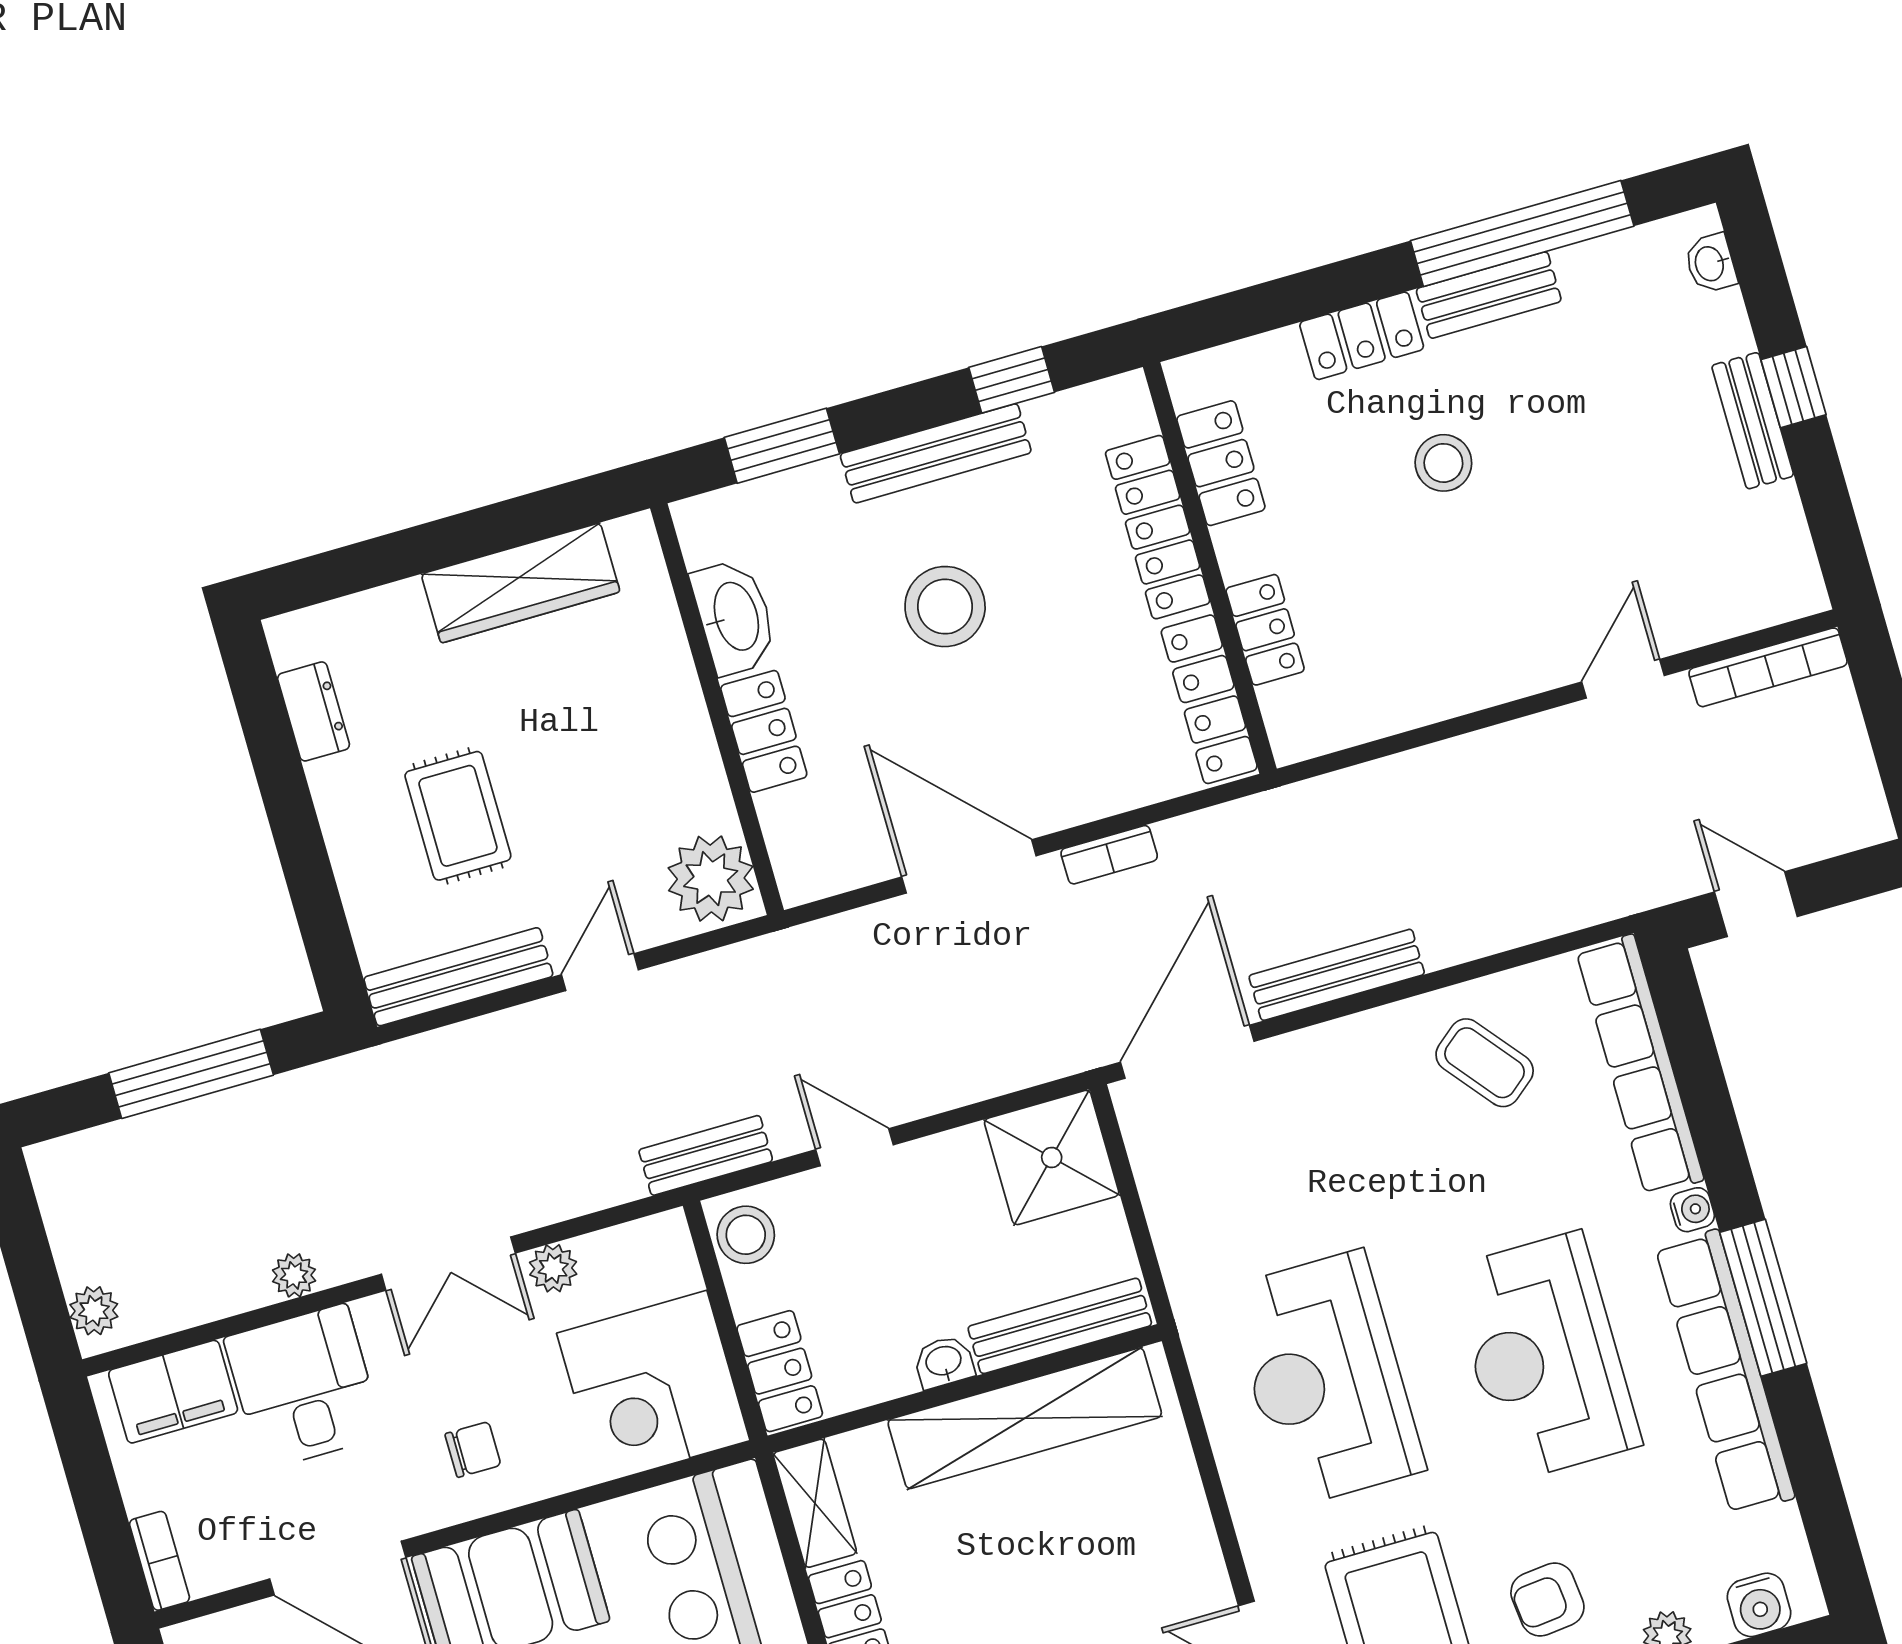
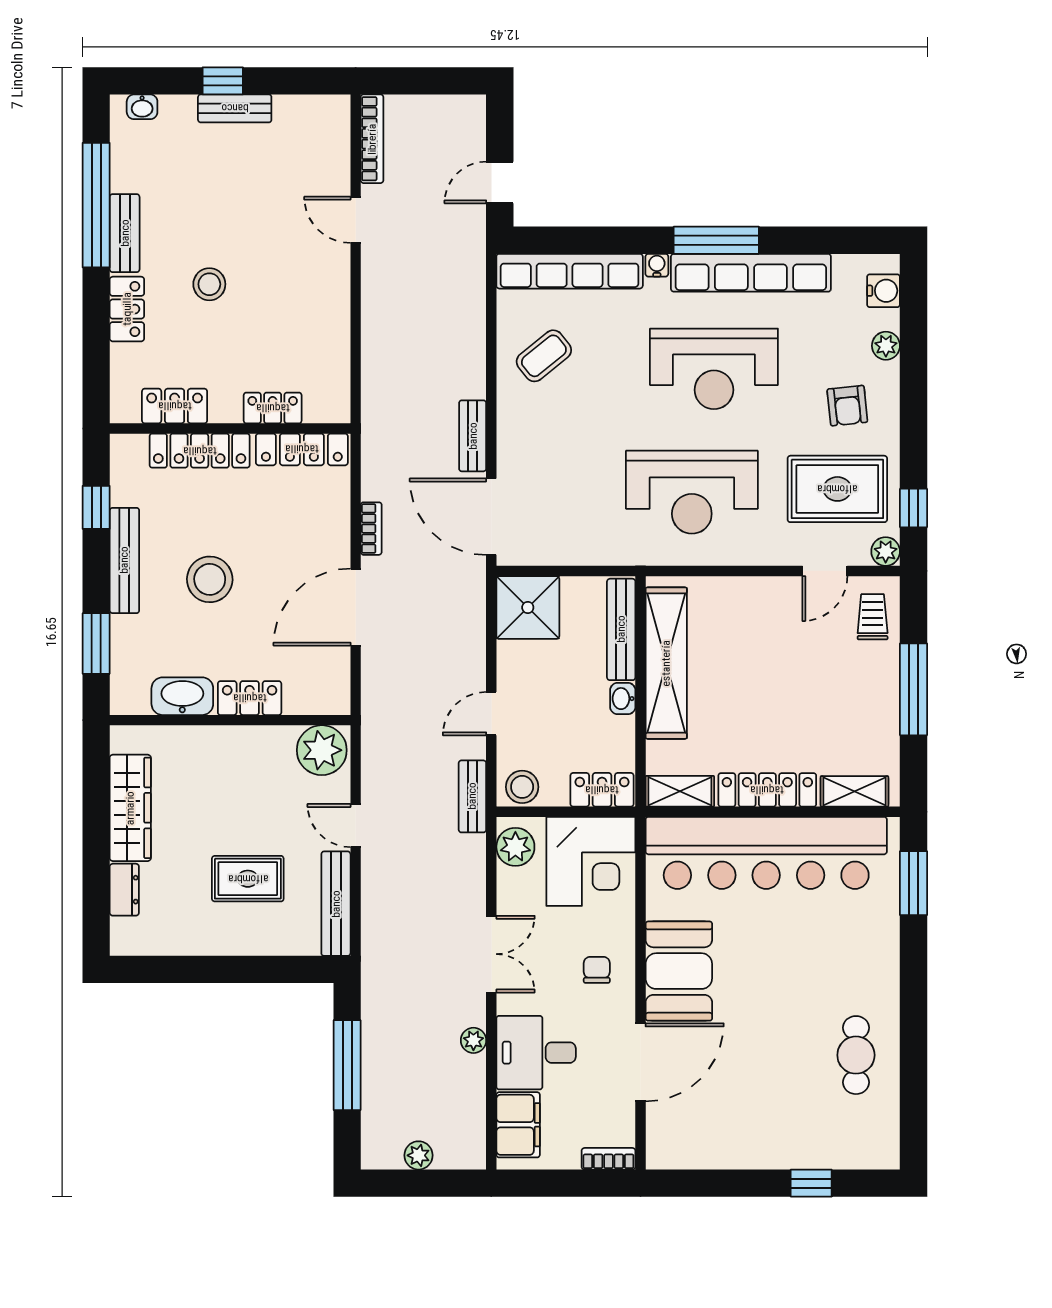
dresser: (314, 711) -> (124, 890), moved, turned 90
bench: (1337, 975) -> (473, 436), width x0.73
plant: (553, 1268) -> (515, 847), moved, width x1.38, depth x1.38
plant: (94, 1311) -> (418, 1155), moved

